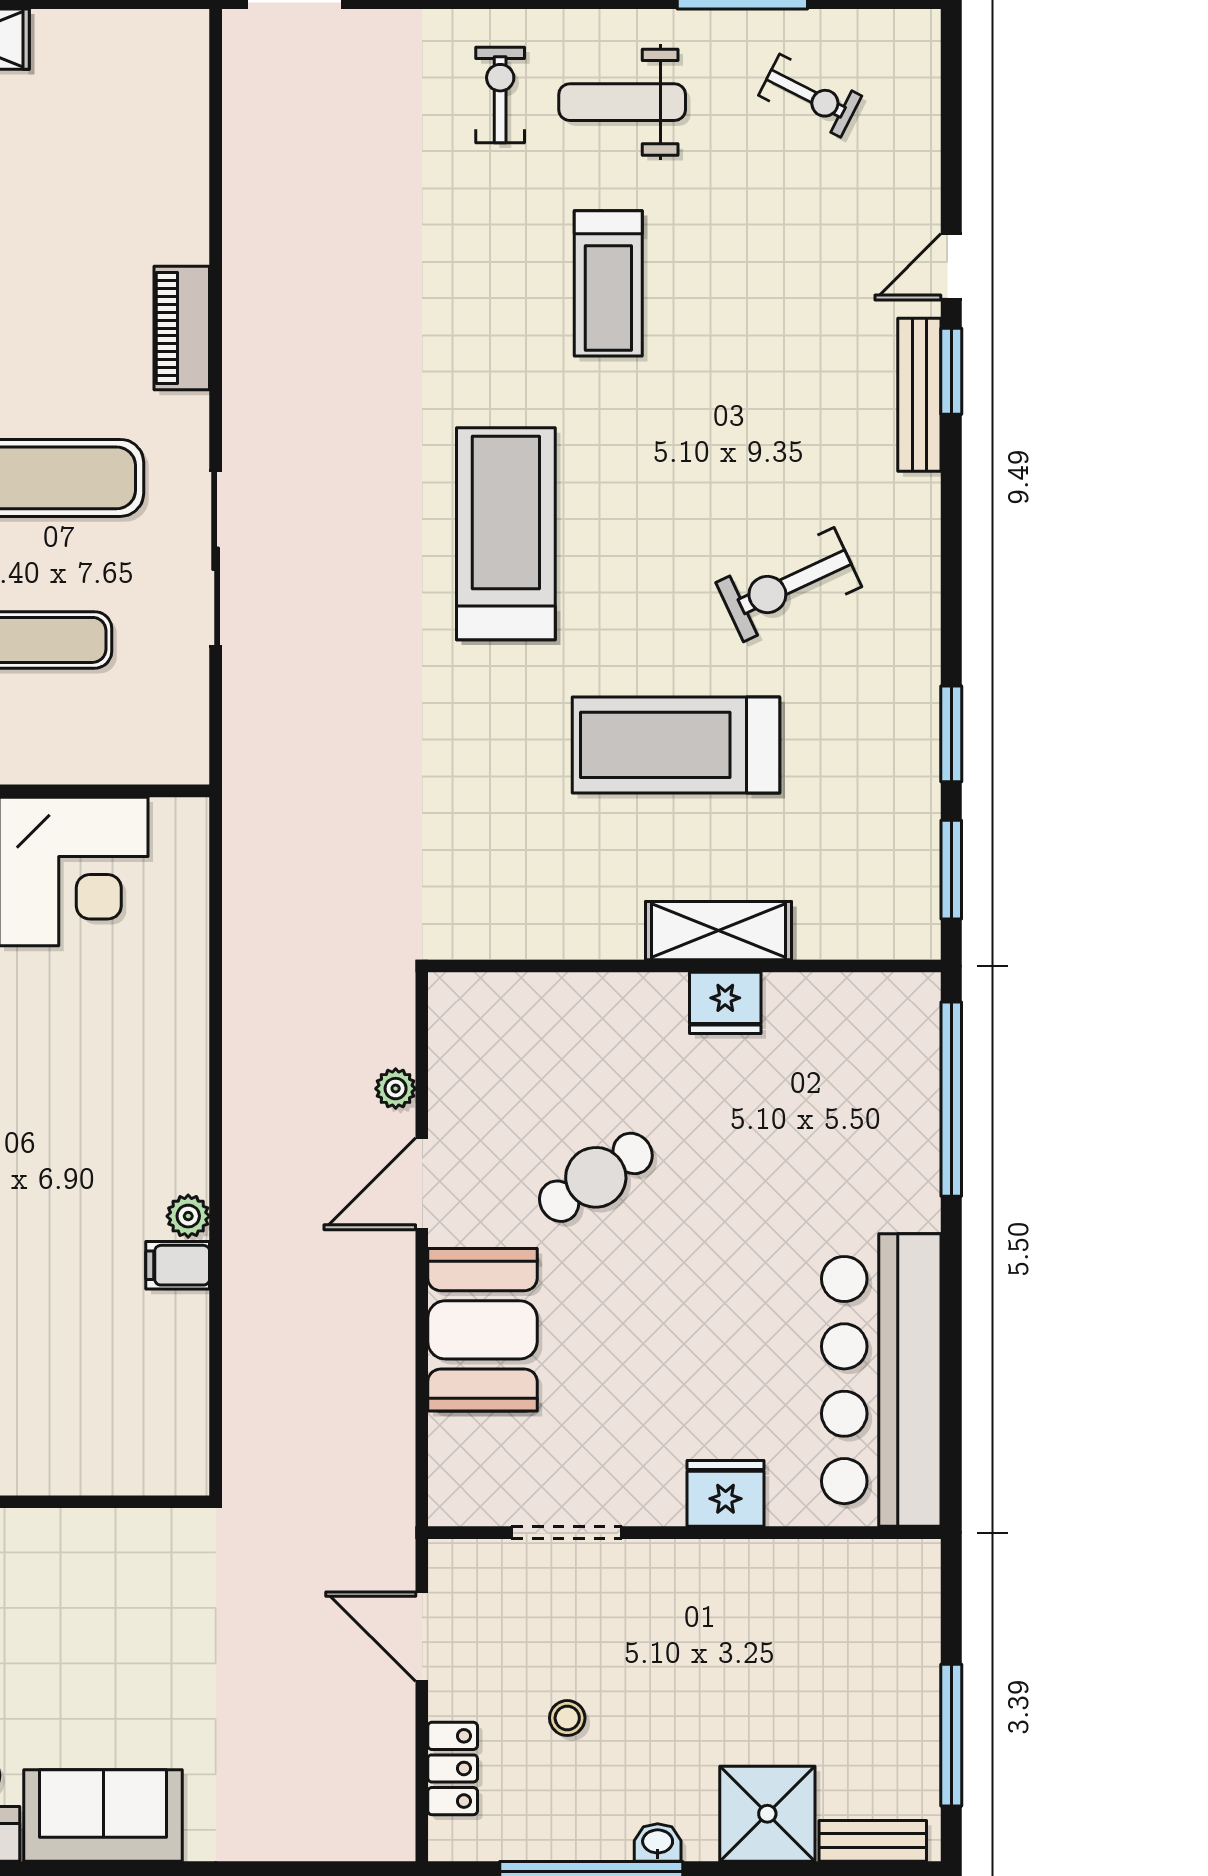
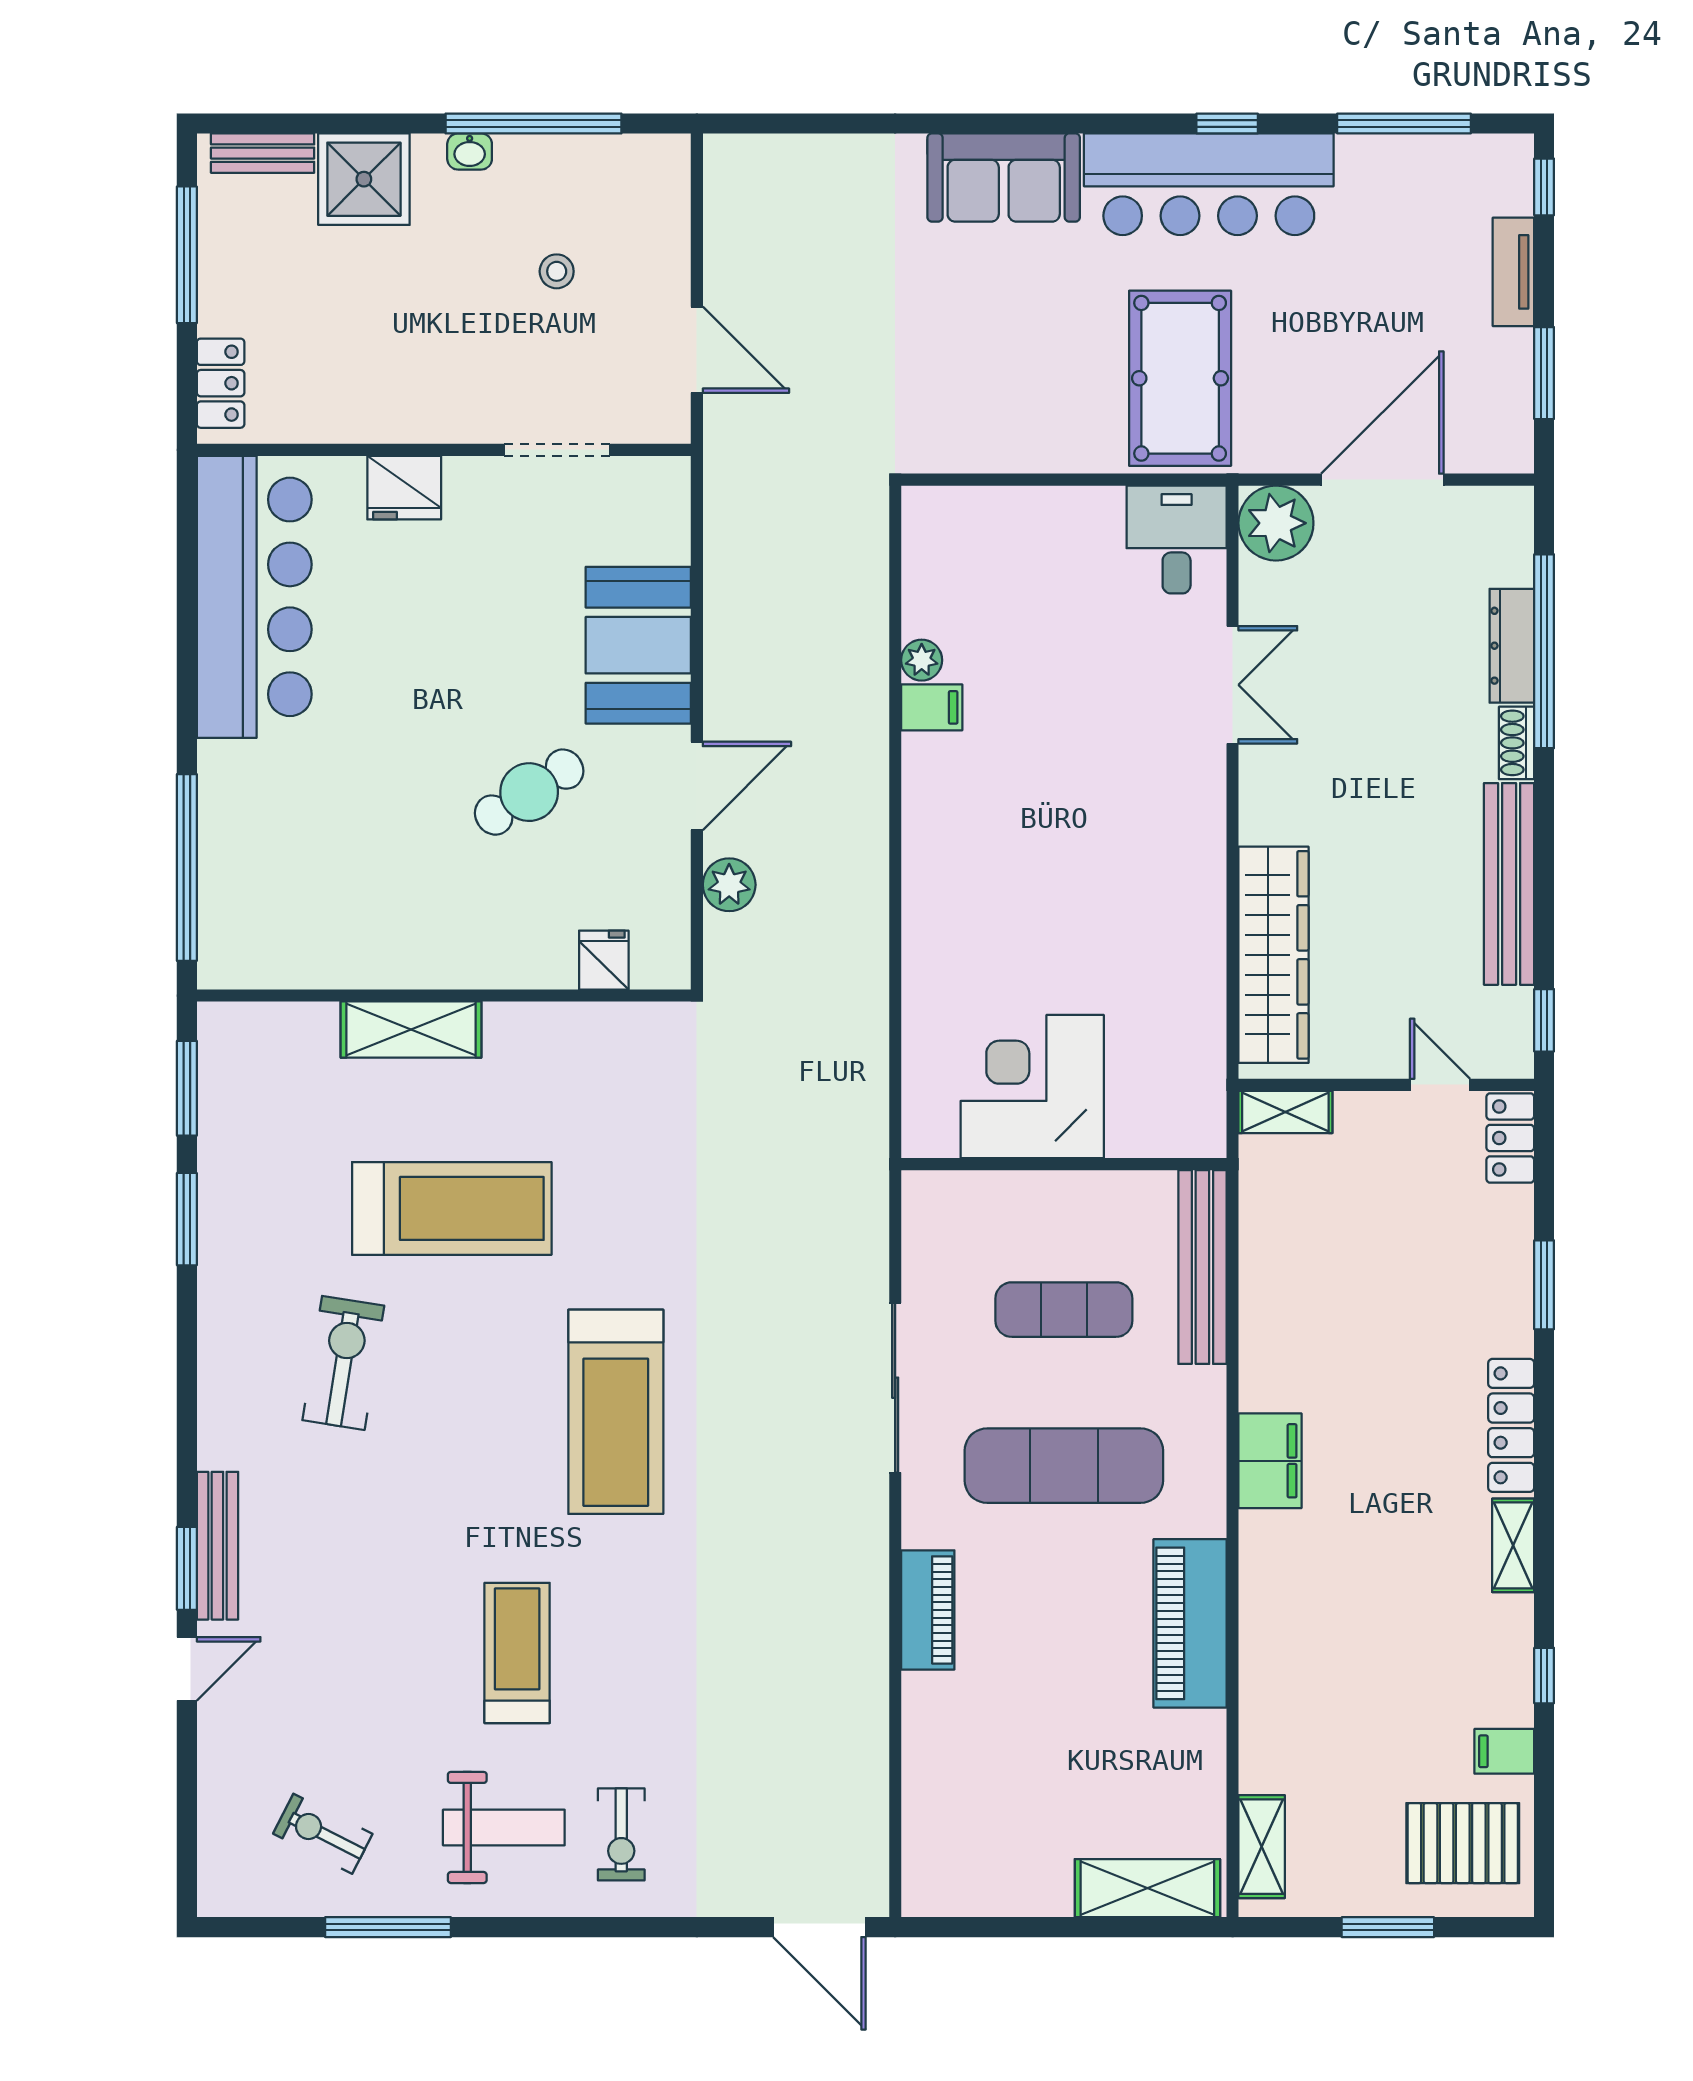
exercise bike: (789, 585) -> (343, 1363), turned -56
fridge: (725, 1003) -> (604, 960), moved, width x0.72
plant: (396, 1089) -> (729, 885), width x1.38, depth x1.38
plant: (188, 1216) -> (922, 660), moved
locker: (453, 1768) -> (221, 383), moved, turned 180

